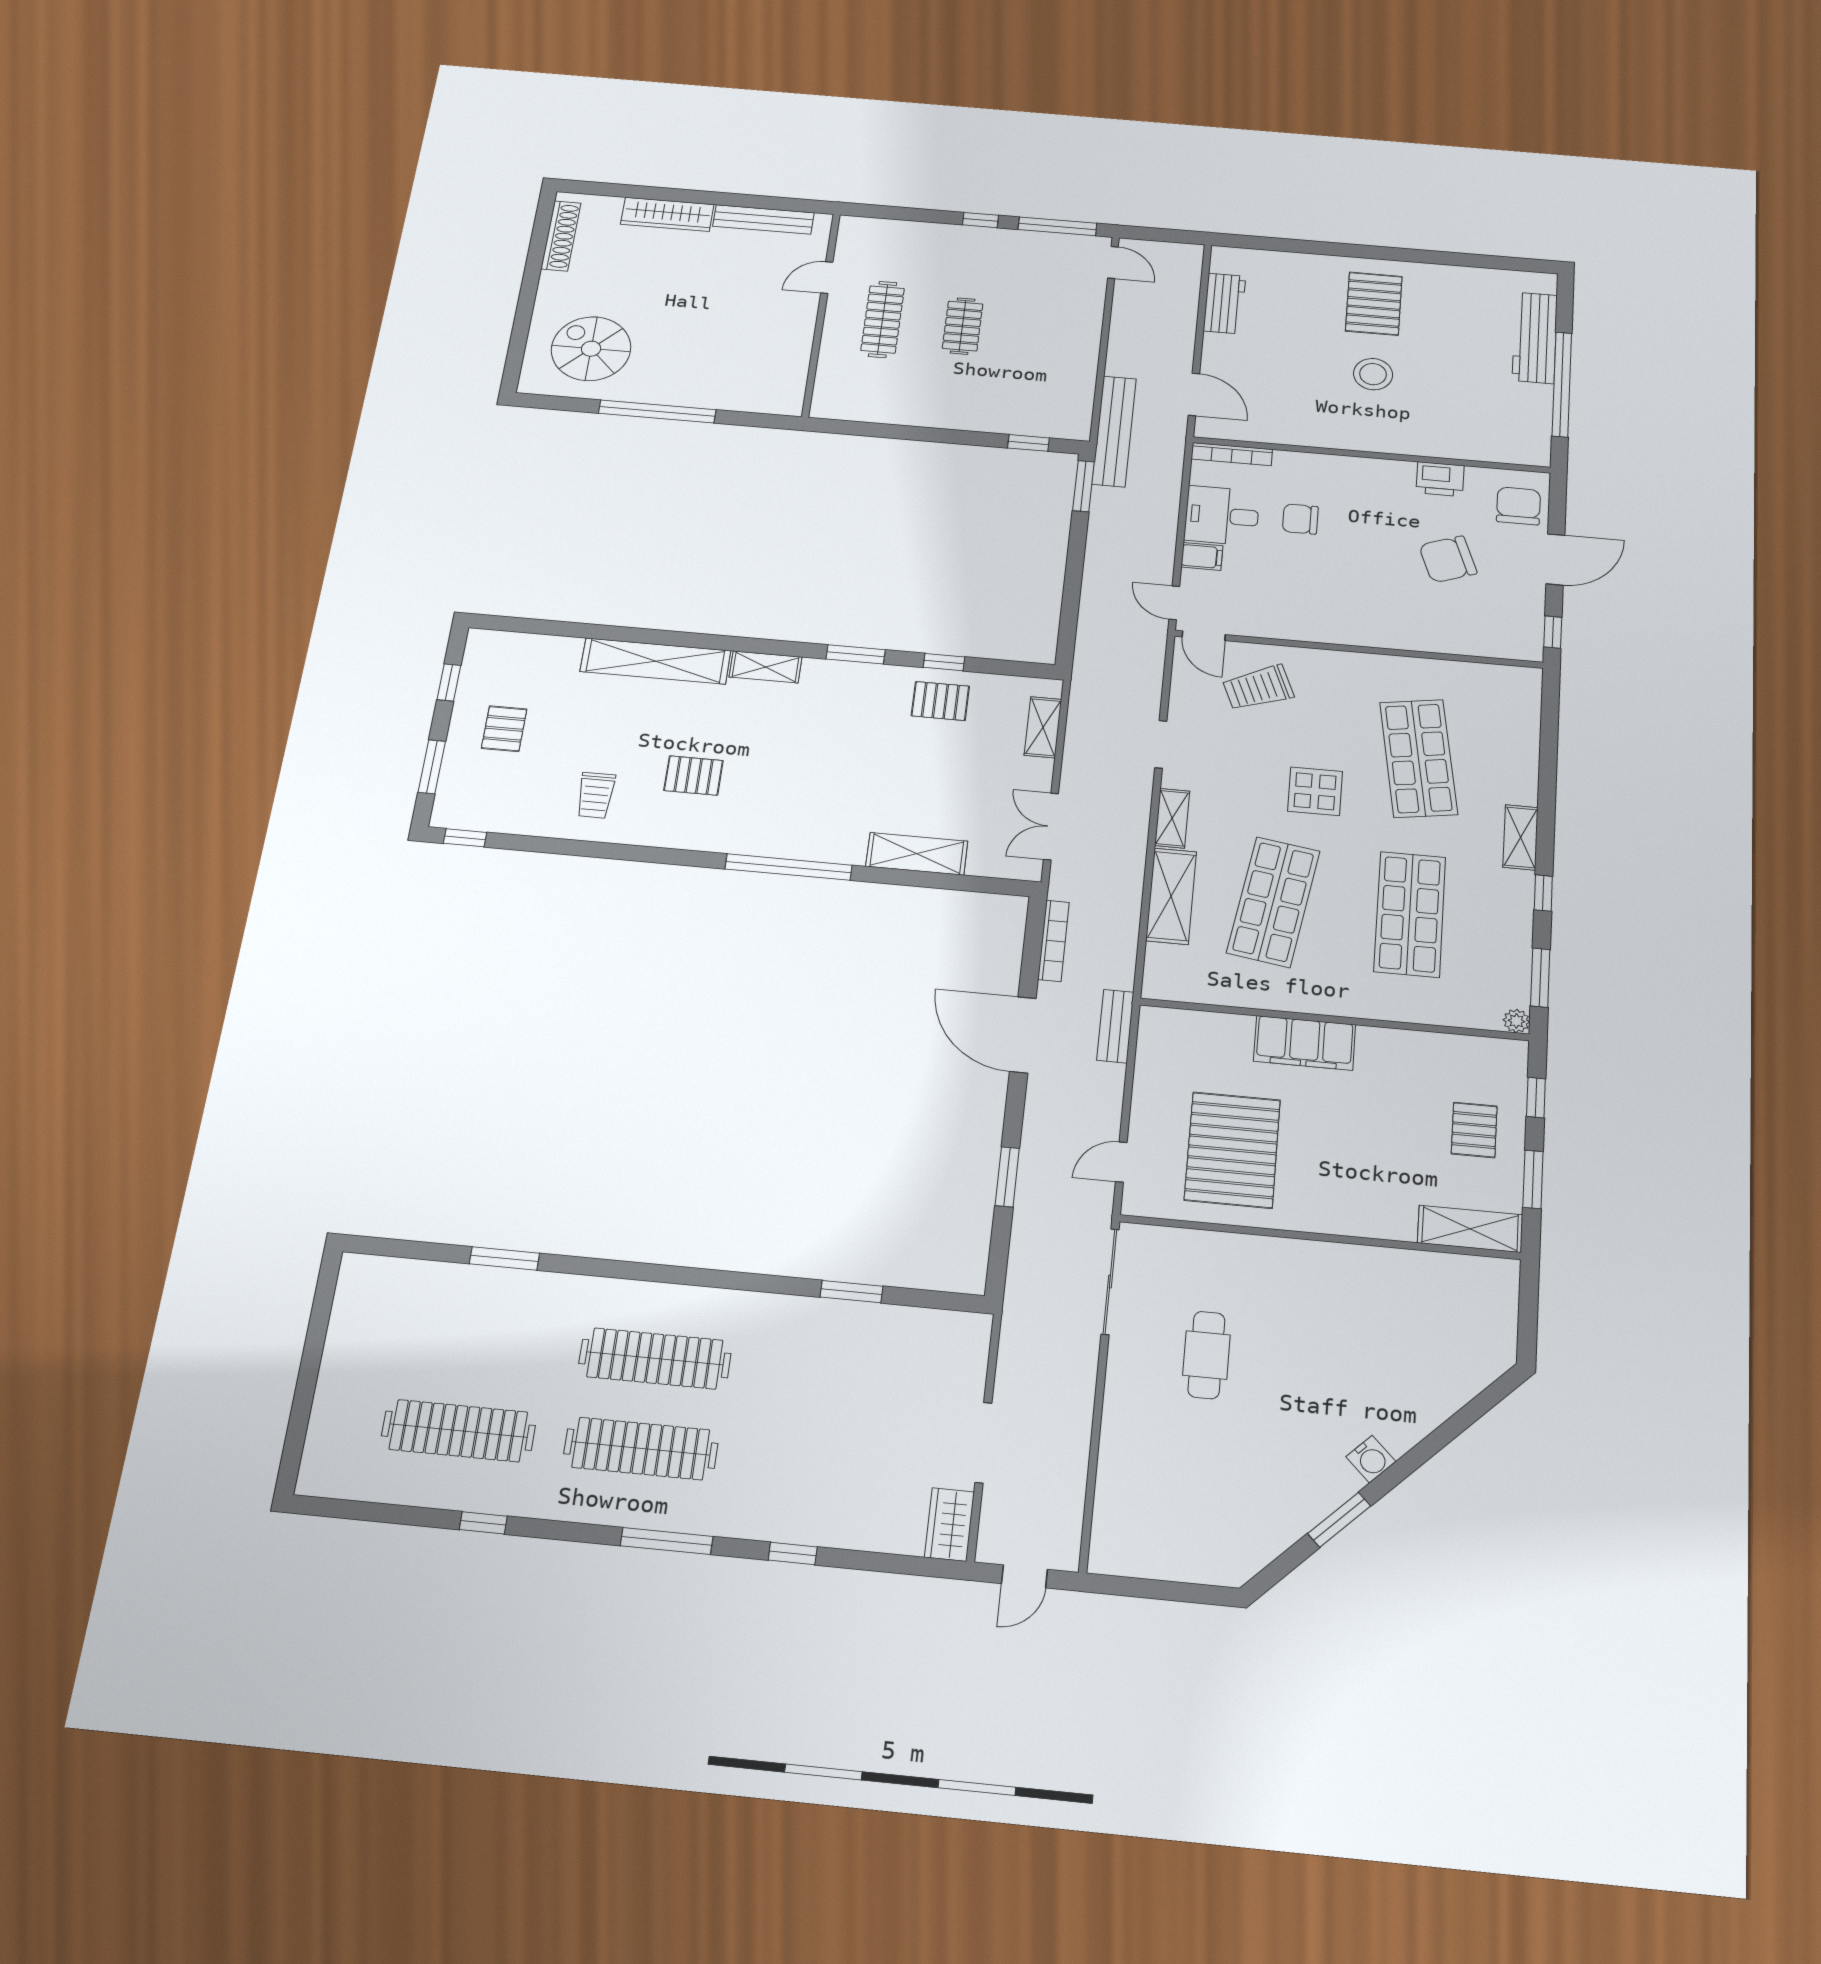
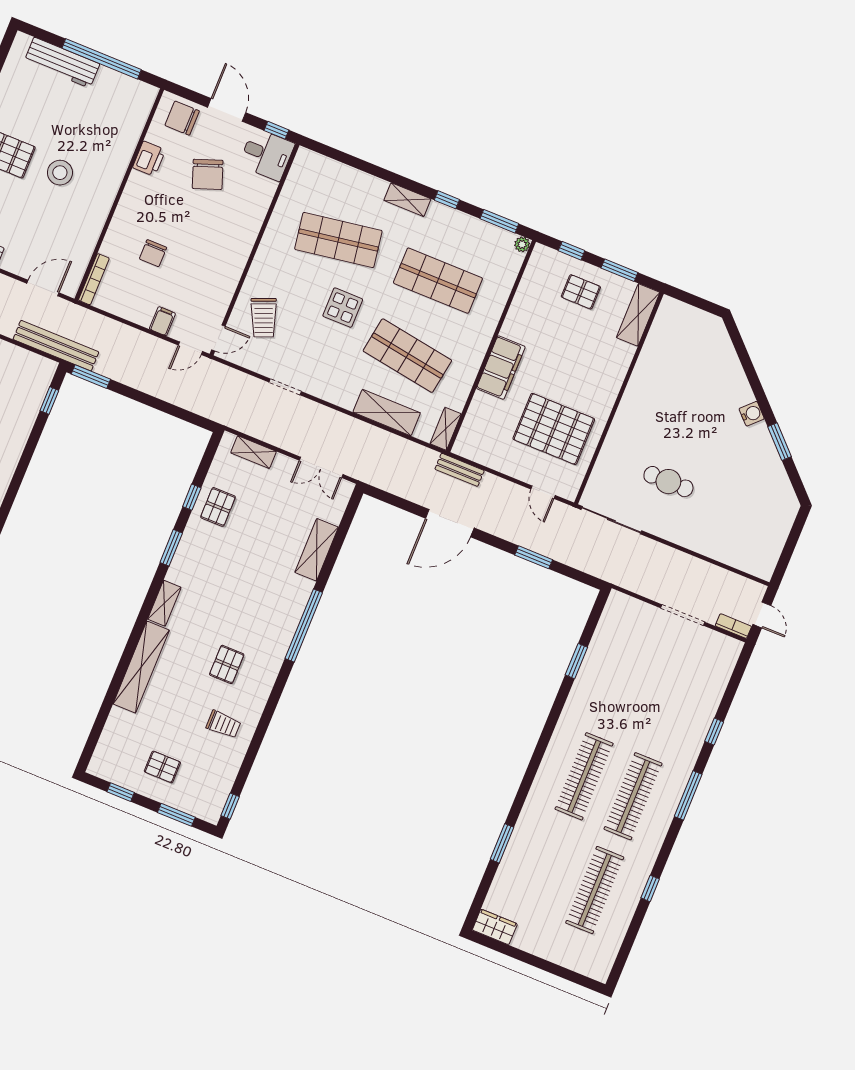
desk: (1222, 516) -> (267, 154), moved, turned -90
shelving: (1172, 818) -> (446, 429), moved, turned 90
bookcase: (1054, 941) -> (733, 626), moved, width x0.64
wardrobe: (949, 1524) -> (495, 927), moved, turned 180

